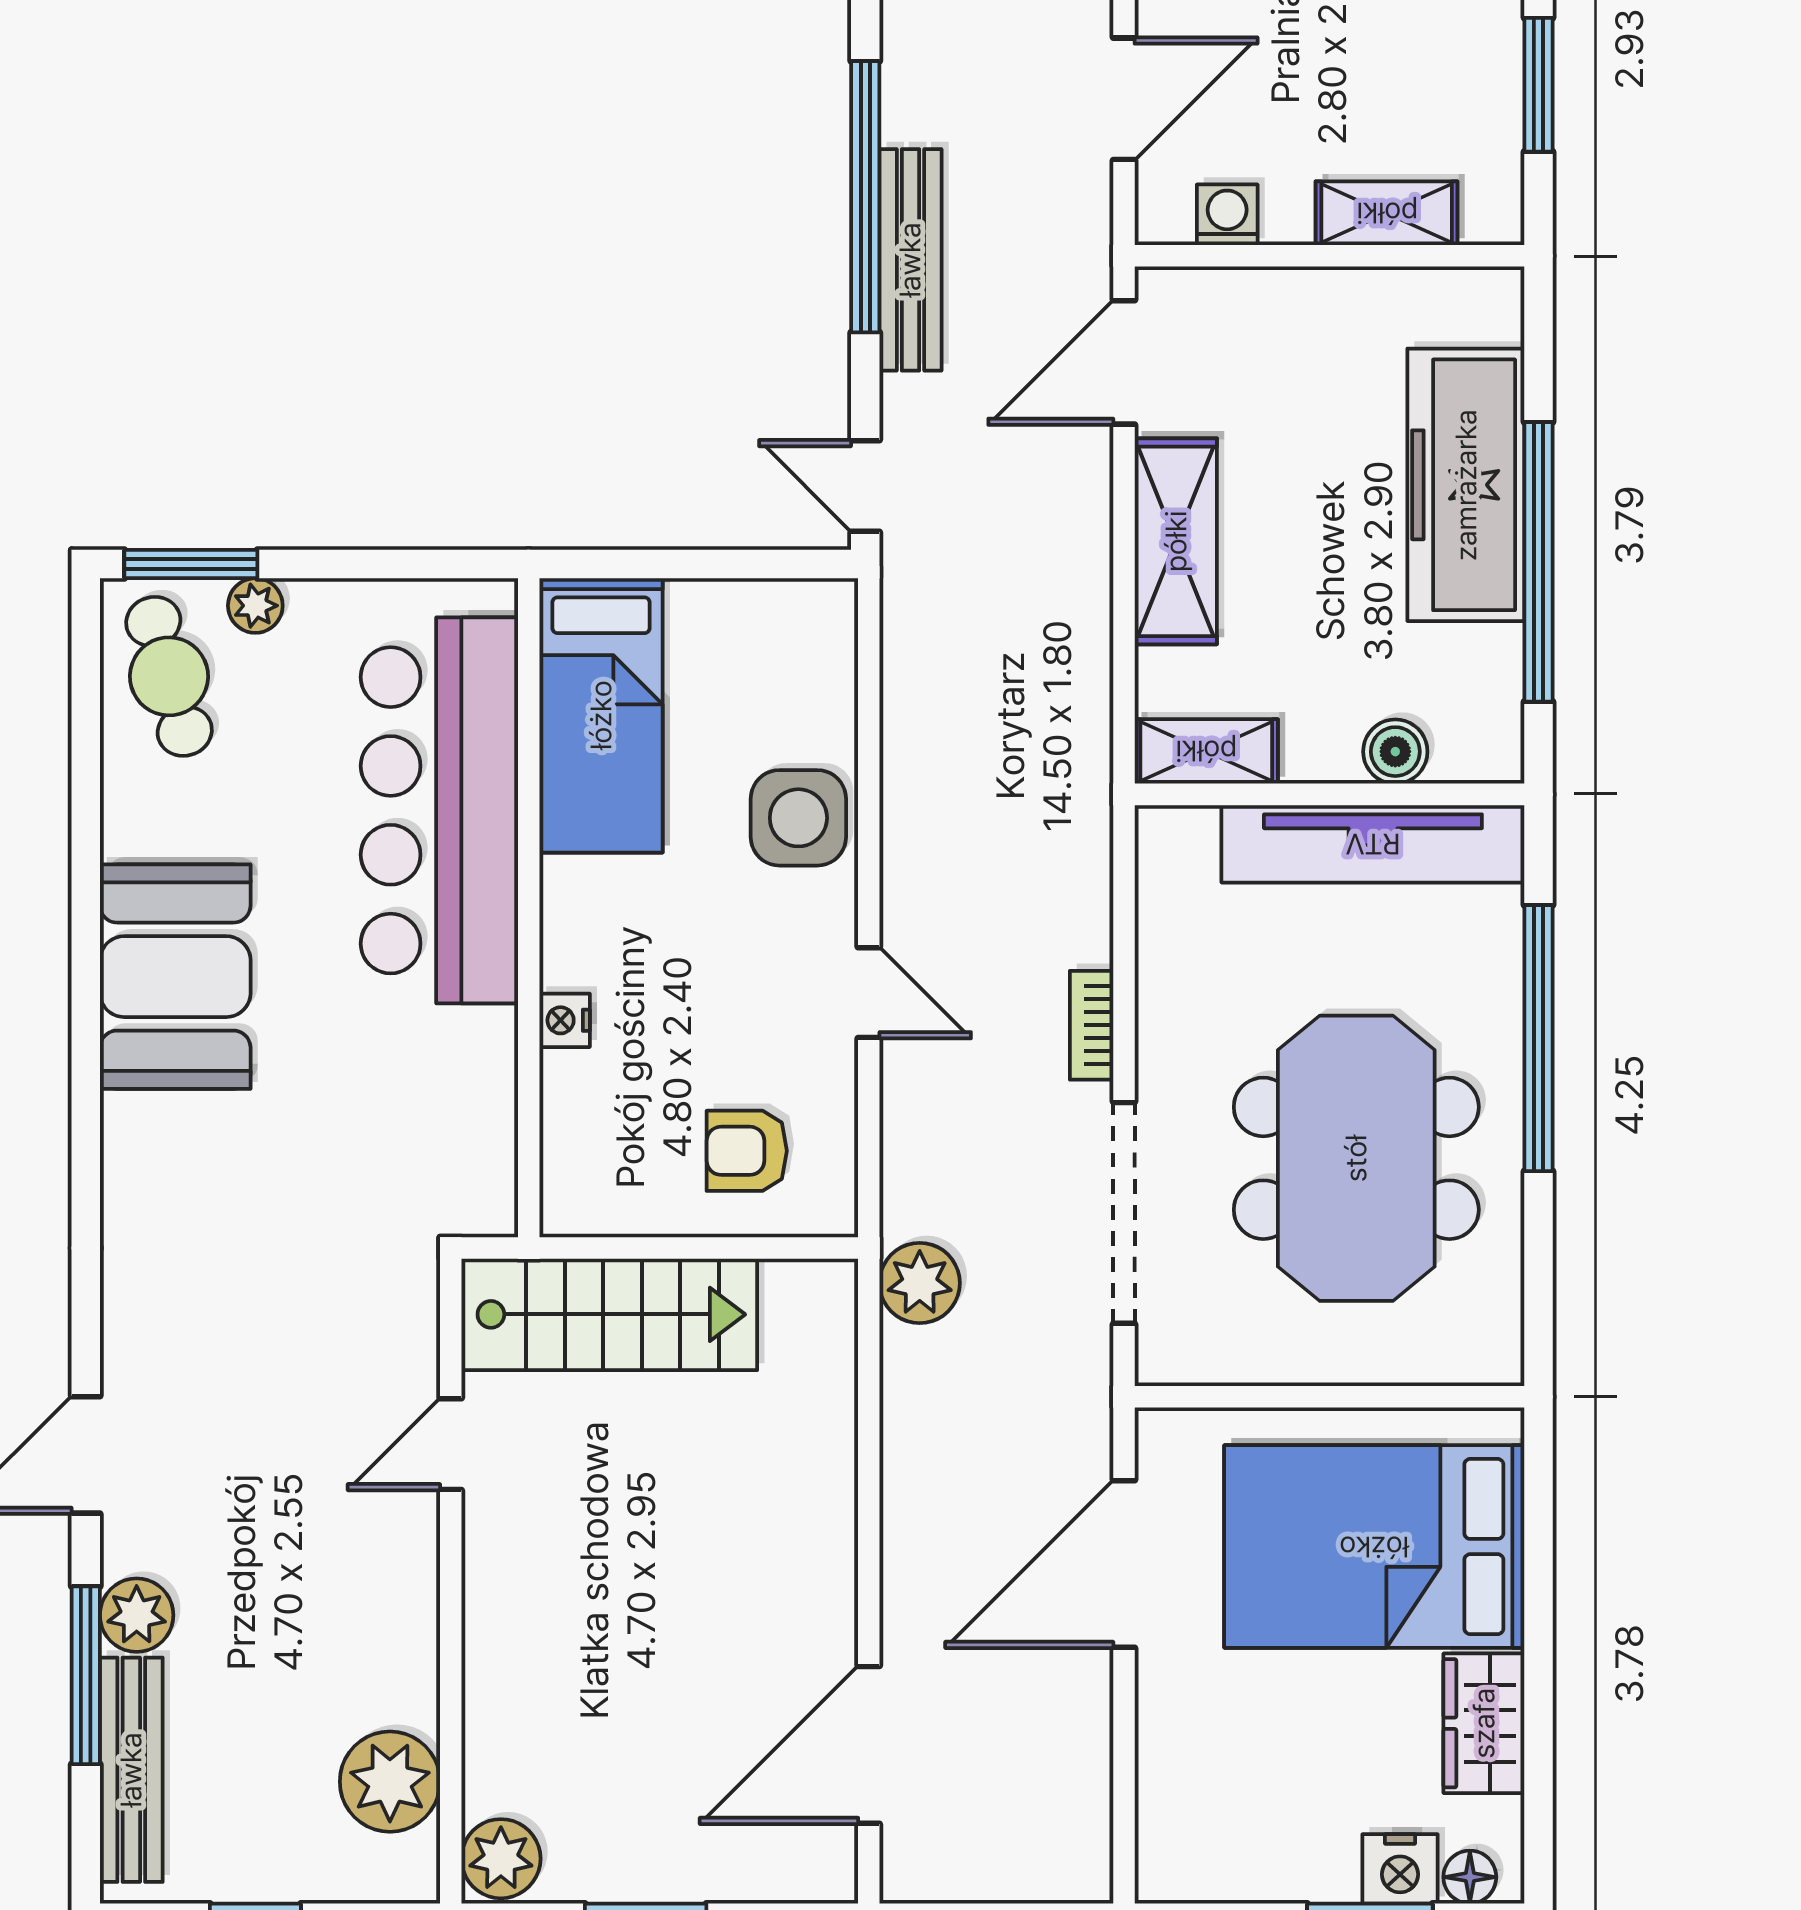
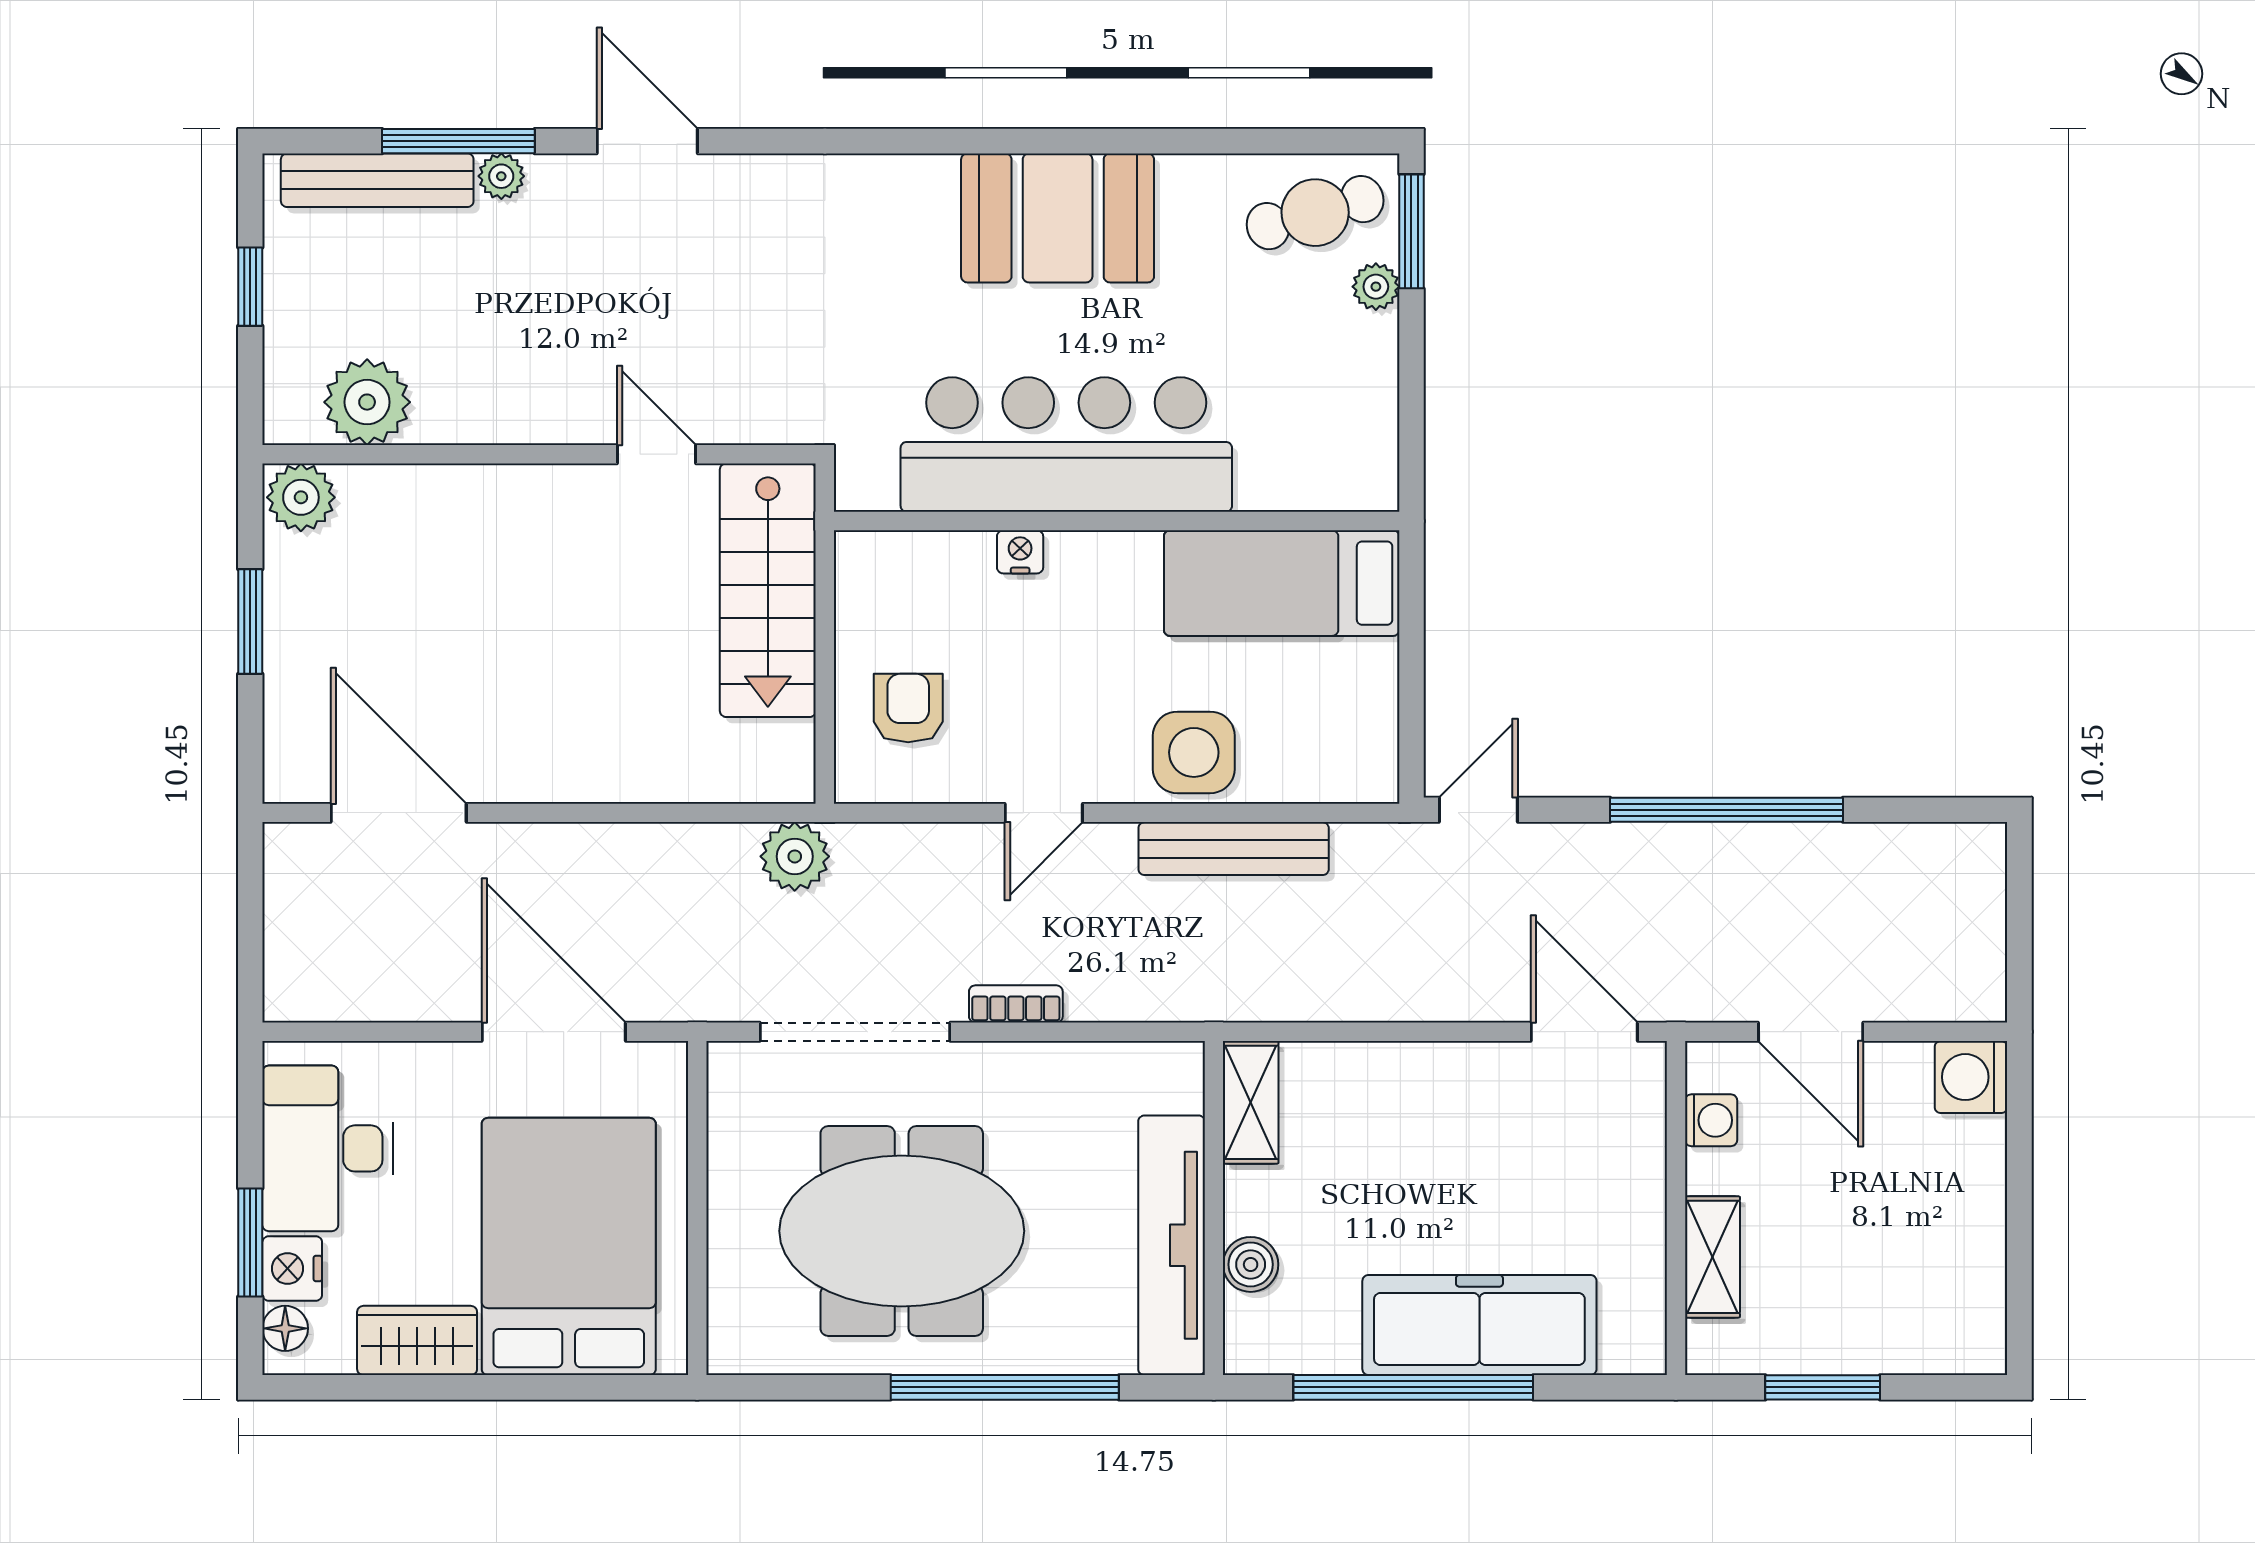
bench: (910, 260) -> (1234, 849), moved
shelving: (1176, 541) -> (1431, 1076), removed
bar counter: (439, 810) -> (1066, 444), moved
plant: (137, 1615) -> (501, 176), width x0.73, depth x0.73
desk: (1260, 1828) -> (328, 1148), added

